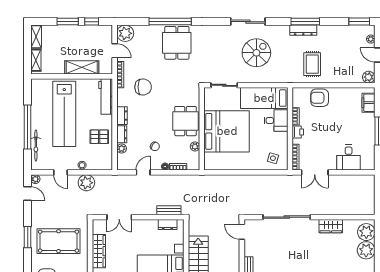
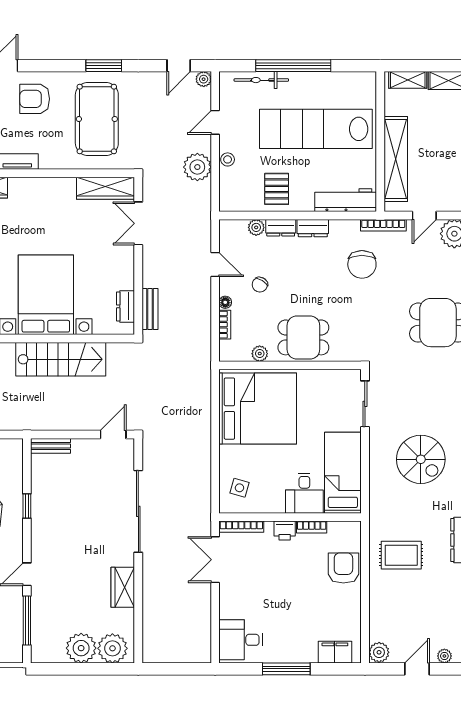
shelving: (82, 67) -> (396, 159), width x1.47
bed: (227, 131) -> (258, 409), moved, turned -90
desk: (349, 158) -> (241, 640), moved
wardrobe: (99, 251) -> (106, 188), moved

